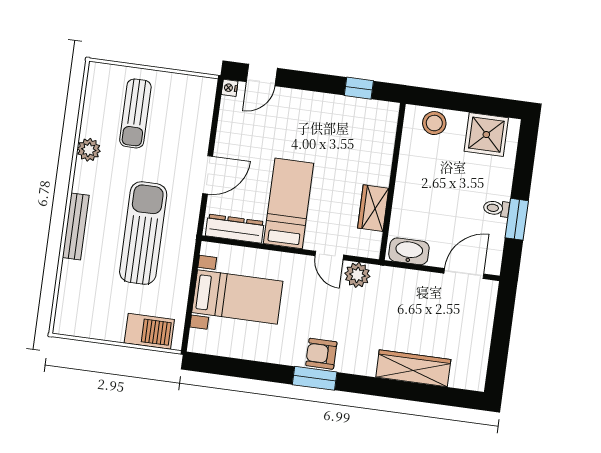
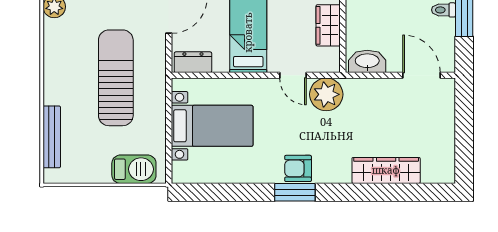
bench: (76, 226) -> (52, 137), moved
dresser: (235, 229) -> (193, 62), width x0.70
door: (464, 274) -> (421, 75), hinge flipped
plant: (357, 275) -> (326, 94), width x1.36, depth x1.36

